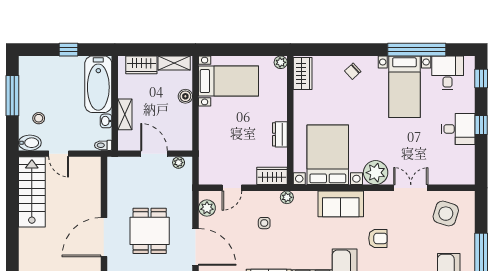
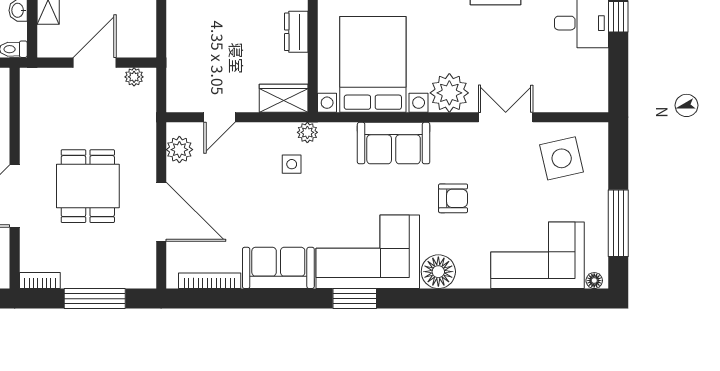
door: (154, 154) -> (95, 63), hinge flipped
side table: (446, 214) -> (562, 158), turned -31
side table: (264, 223) -> (292, 164), moved

